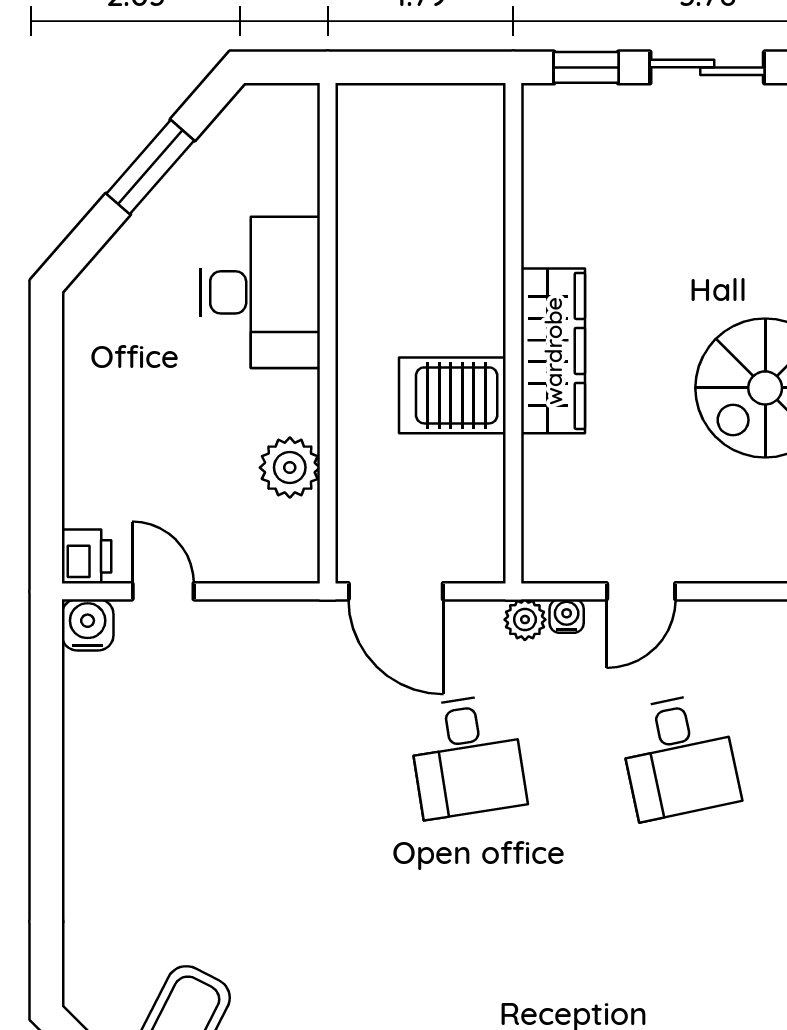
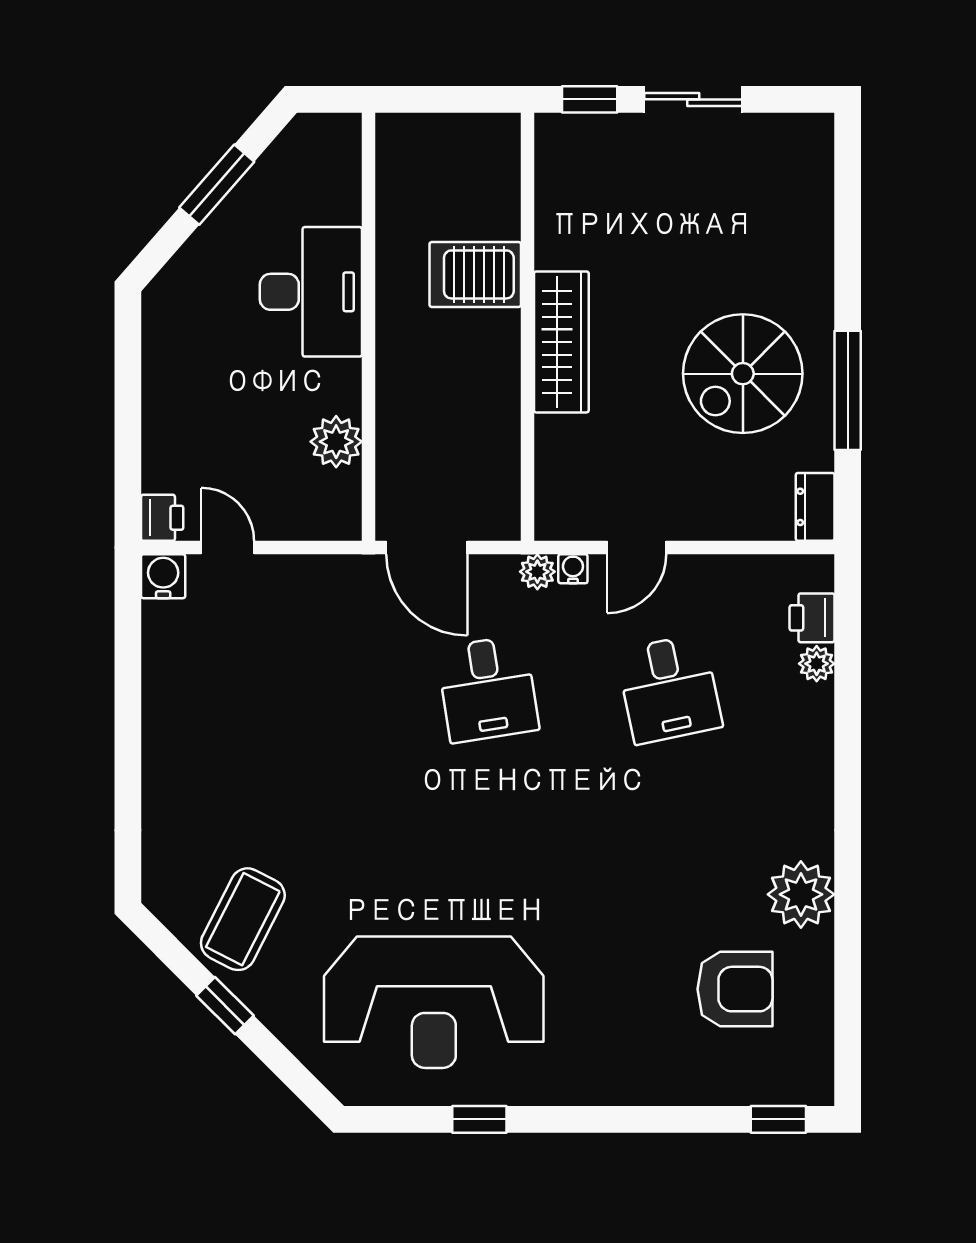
server rack: (452, 395) -> (475, 274), moved

